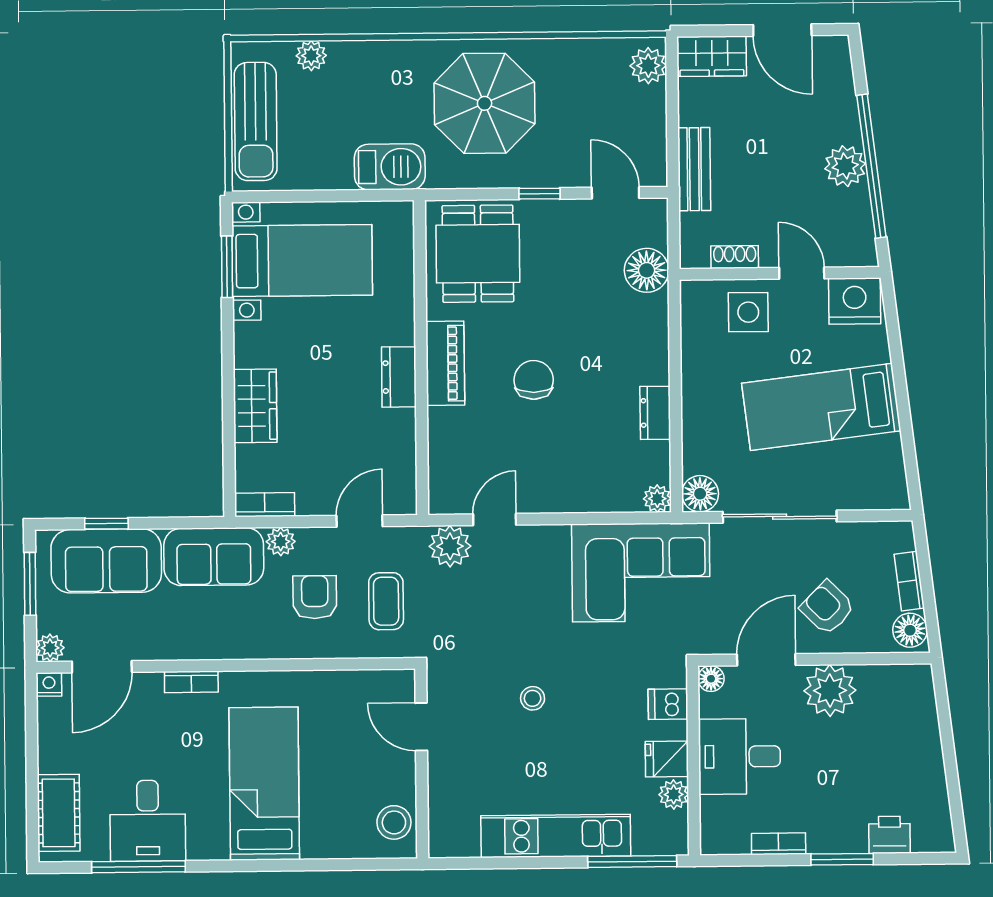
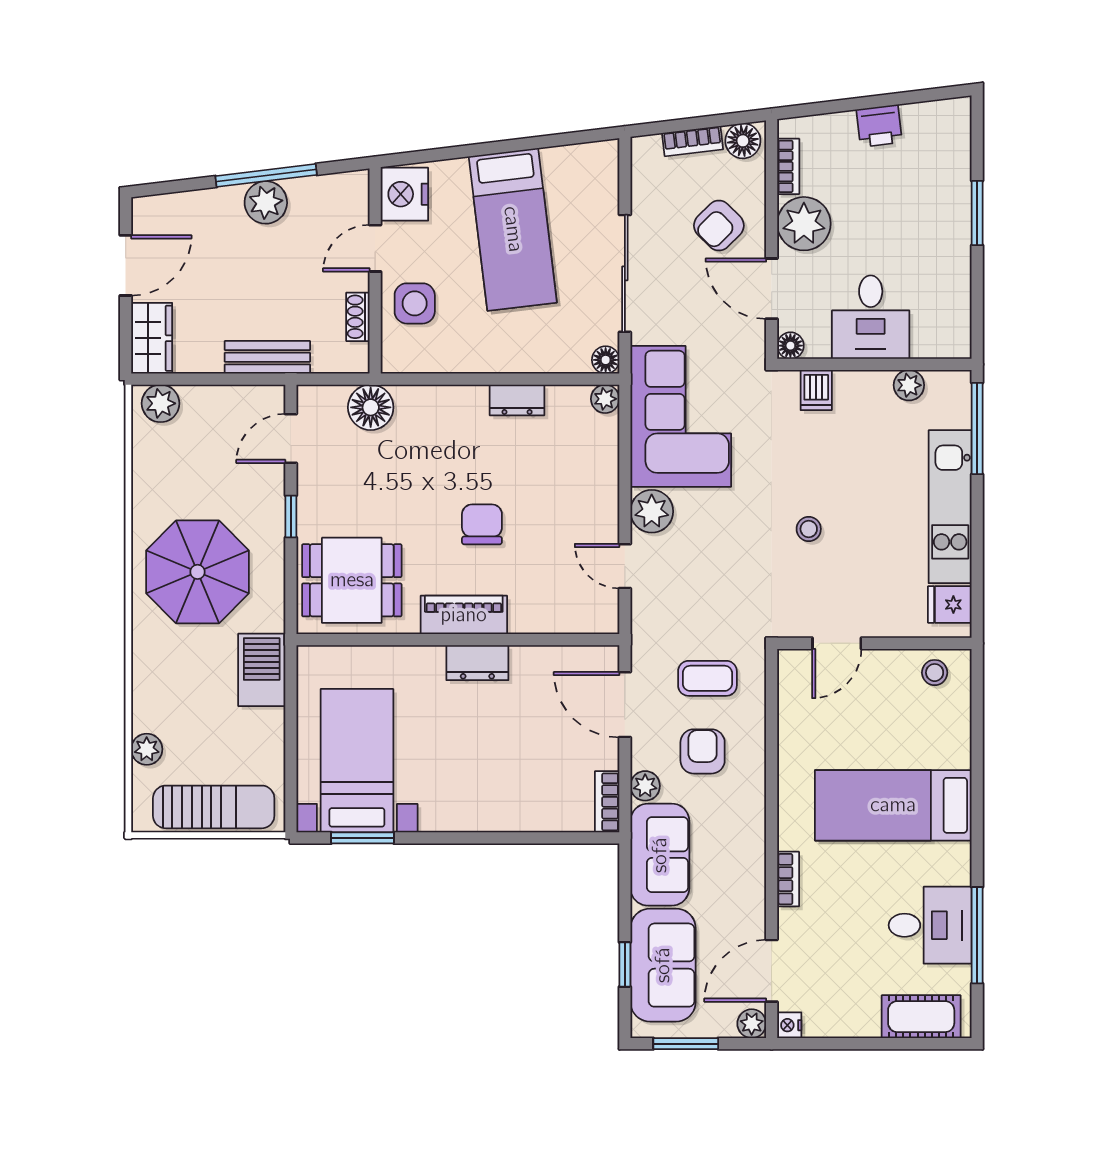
window: (871, 166) -> (266, 175), width x0.68
chair: (534, 380) -> (482, 524), turned 90
wardrobe: (255, 406) -> (506, 811), removed
floor lamp: (700, 494) -> (606, 360), width x0.73, depth x0.73
door: (360, 521) -> (625, 705), width x1.37
plant: (450, 546) -> (652, 511), moved
armchair: (315, 597) -> (703, 751), turned 90
door: (102, 667) -> (772, 971), swing flipped
fridge: (667, 759) -> (950, 605), moved, turned 90
stool: (394, 822) -> (935, 673), width x0.73, depth x0.73
printer: (890, 835) -> (879, 126), moved, turned -97
bookcase: (779, 844) -> (788, 166), moved, turned 180

